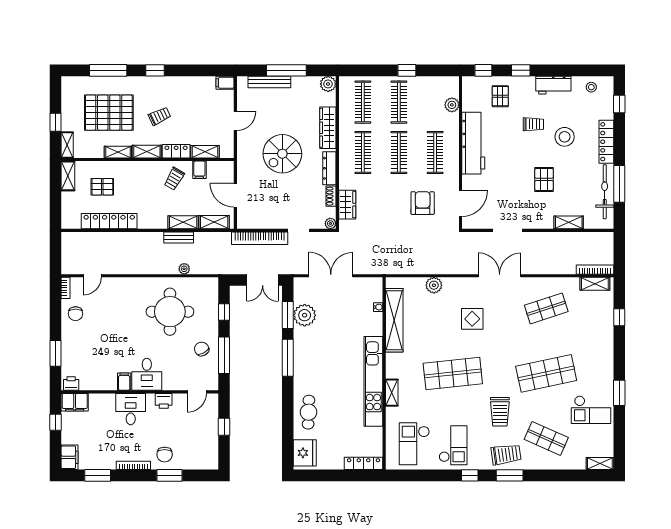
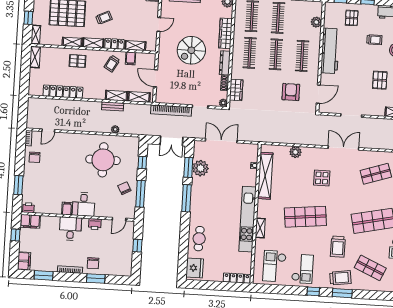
pallet: (102, 187) -> (78, 61), moved

